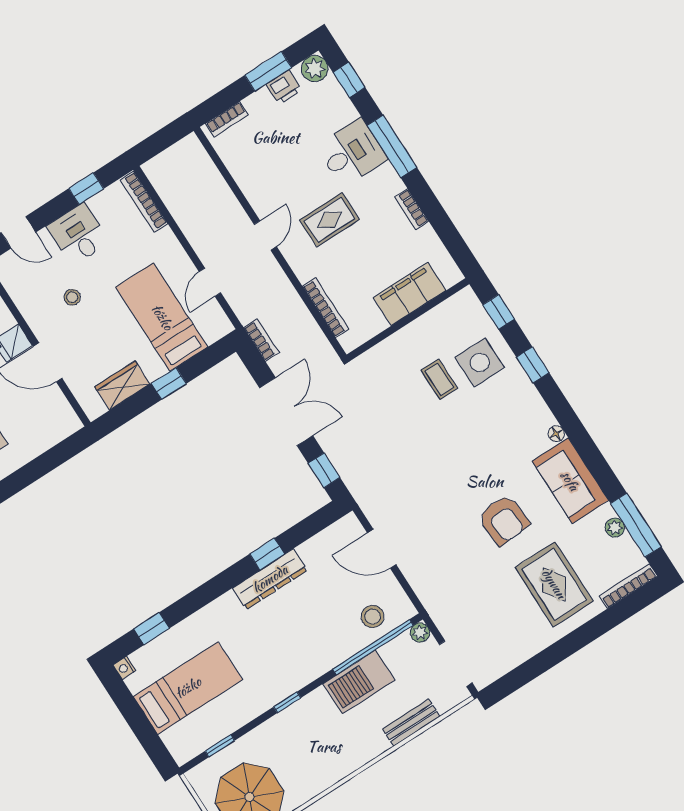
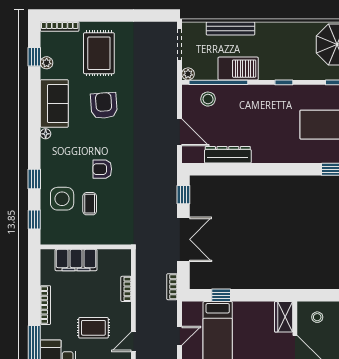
bookcase: (412, 209) -> (45, 305), width x1.56
bookcase: (326, 308) -> (126, 289), width x0.64
window: (169, 384) -> (221, 295), moved
wardrobe: (122, 386) -> (284, 317), moved, turned 90
double door: (286, 412) -> (183, 239), swing flipped
stool: (45, 423) -> (317, 317), added
armchair: (452, 435) -> (102, 169), added
window: (636, 525) -> (34, 57), width x0.46
window: (267, 554) -> (243, 169), removed
dresser: (270, 579) -> (228, 155), moved
bench: (411, 723) -> (230, 28), width x1.36

